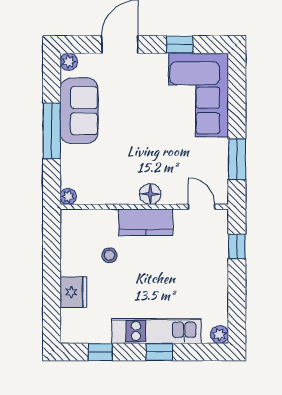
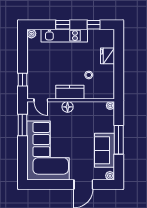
window: (180, 45) -> (52, 185), removed
corner sofa: (199, 95) -> (48, 151), width x1.36, depth x1.36

